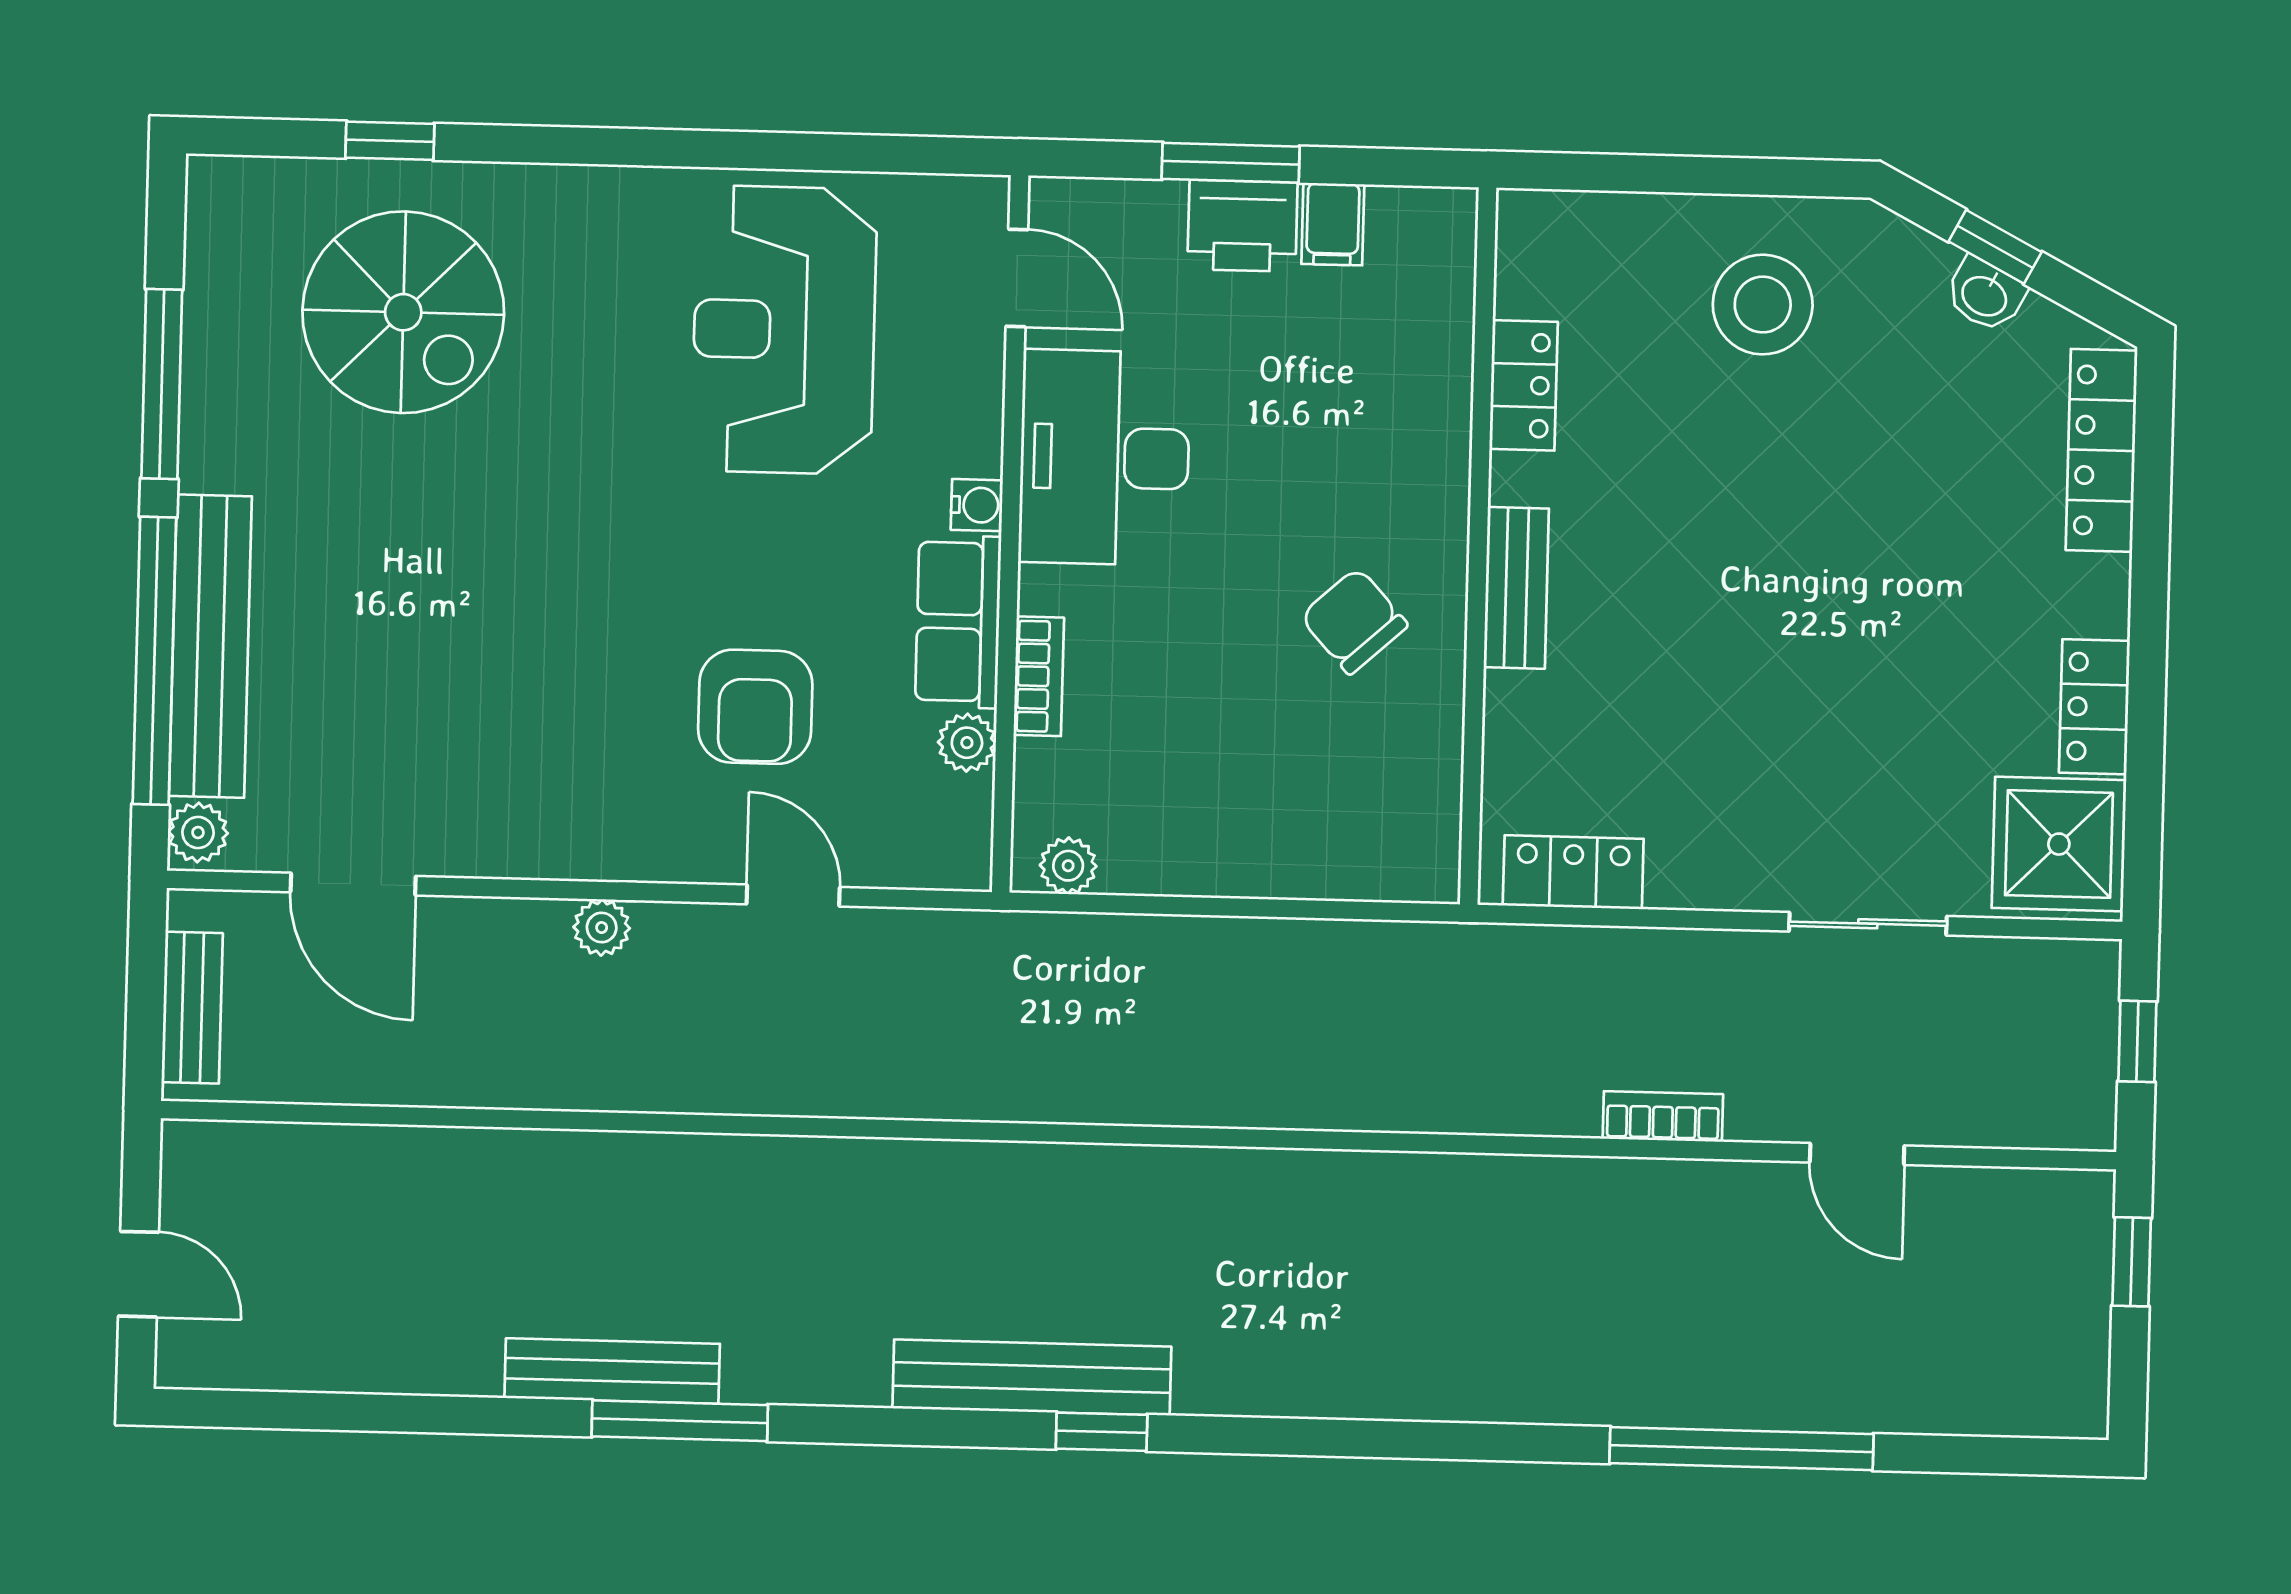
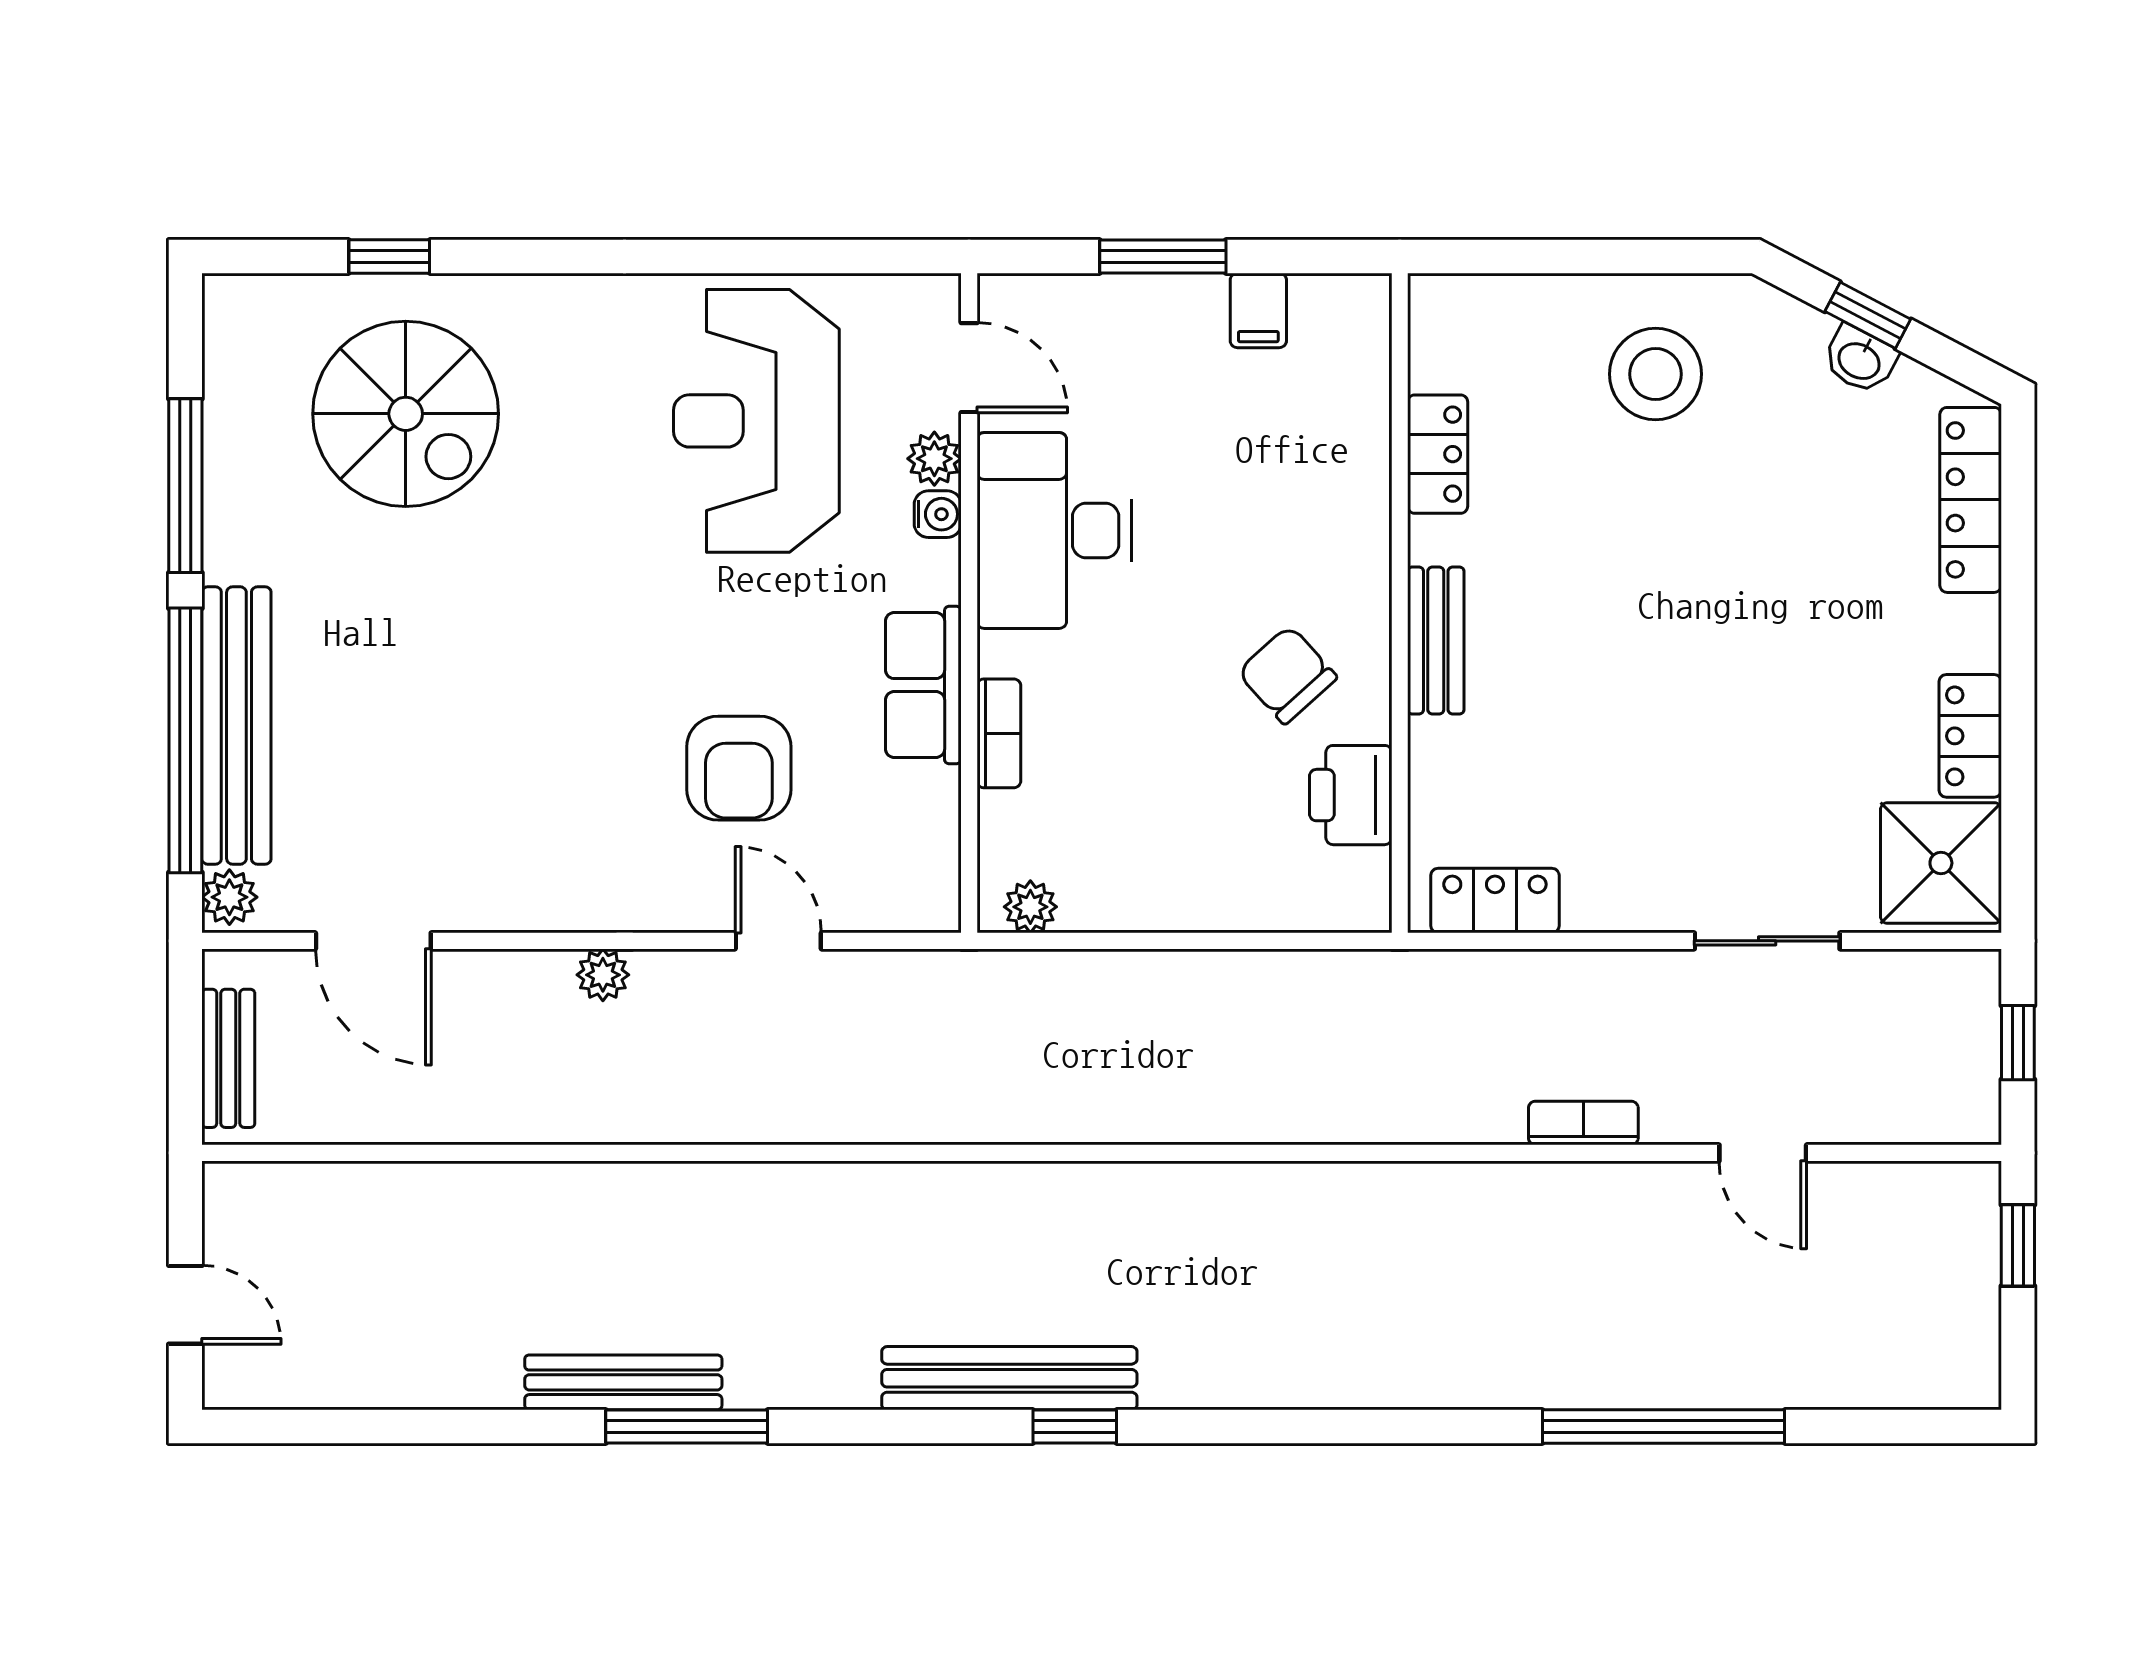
printer: (1242, 226) -> (1351, 795), moved, turned 90
water cooler: (977, 505) -> (938, 514), moved
plant: (967, 743) -> (934, 459), moved

